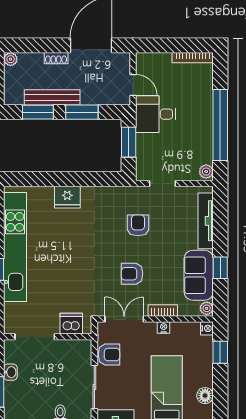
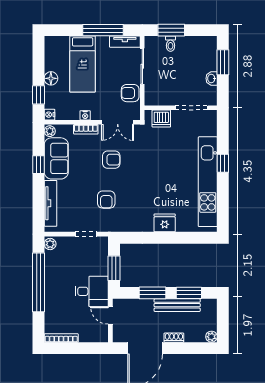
floor lamp: (205, 396) -> (51, 78), moved

